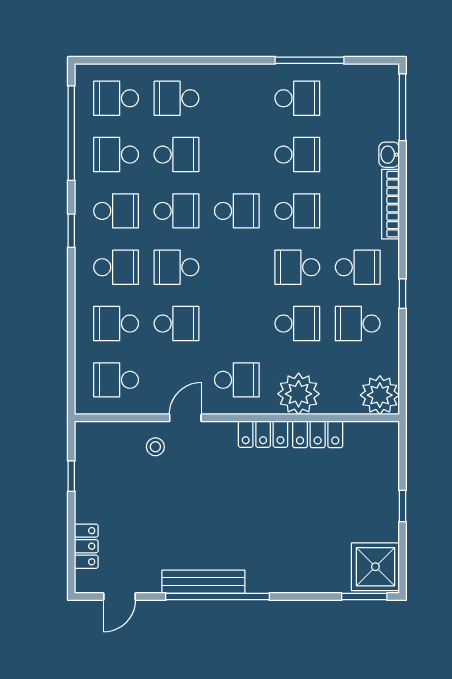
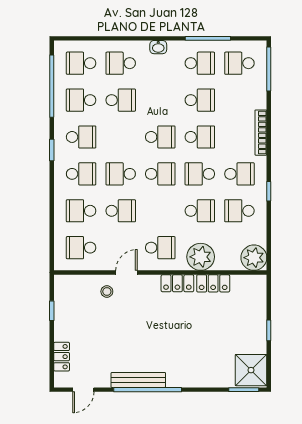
school desk: (358, 98) -> (239, 63), added
washbasin: (389, 155) -> (158, 47), moved, turned -90
school desk: (176, 211) -> (160, 174), moved

